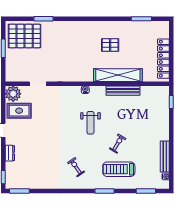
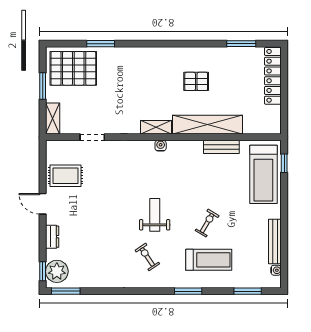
locker: (163, 59) -> (273, 76), moved
shelving: (10, 71) -> (53, 119), added
shelving: (82, 77) -> (156, 127), added
bench: (123, 91) -> (221, 147), width x0.73
plant: (13, 94) -> (57, 271), moved
treadmill: (157, 110) -> (263, 174), added
weight bench: (90, 123) -> (155, 215), moved, turned 180
treadmill: (119, 169) -> (209, 260), turned 180

